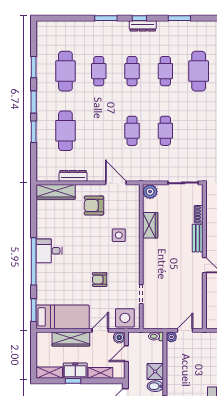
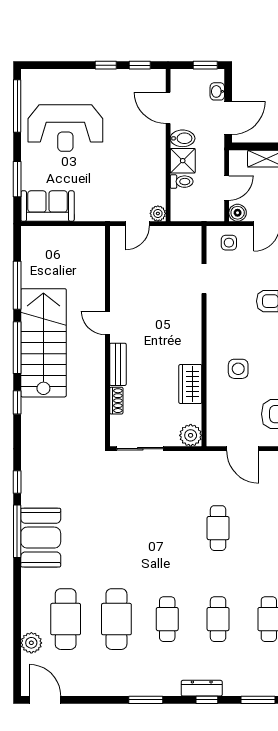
cafe table: (165, 131) -> (167, 528), removed
side table: (125, 318) -> (229, 243), width x0.54, depth x0.54
toilet: (156, 336) -> (182, 182), moved

